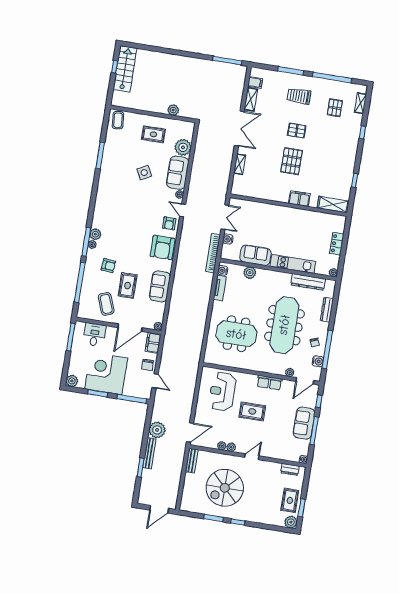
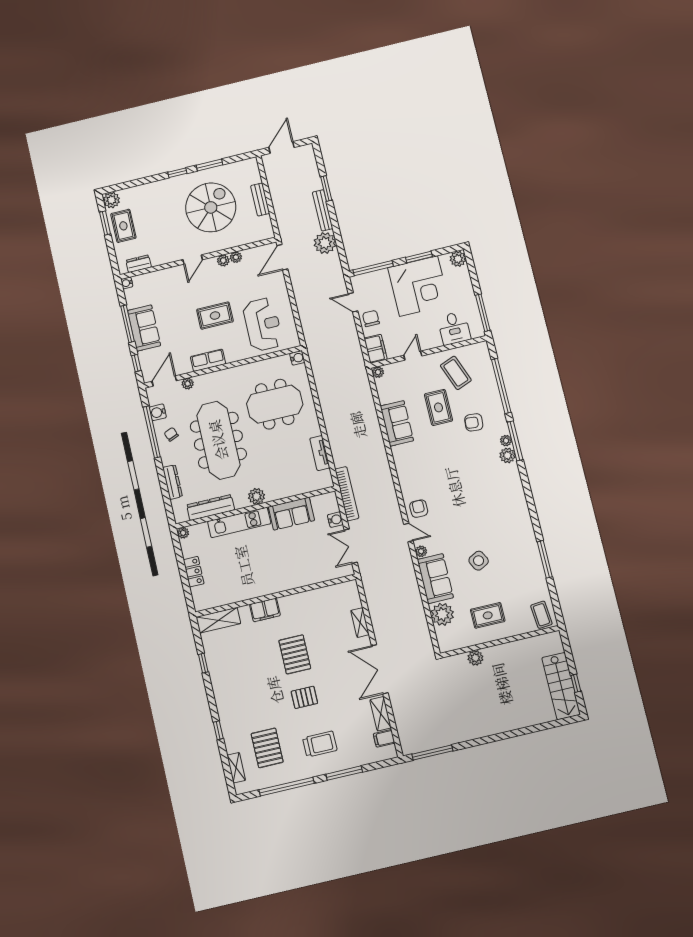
pallet: (335, 108) -> (267, 748), width x1.50, depth x1.42
armchair: (163, 247) -> (414, 474), removed
water cooler: (223, 270) -> (297, 358), moved
plant: (250, 273) -> (257, 496), moved
door: (130, 328) -> (413, 356), width x0.53
bench: (192, 461) -> (260, 200), moved

